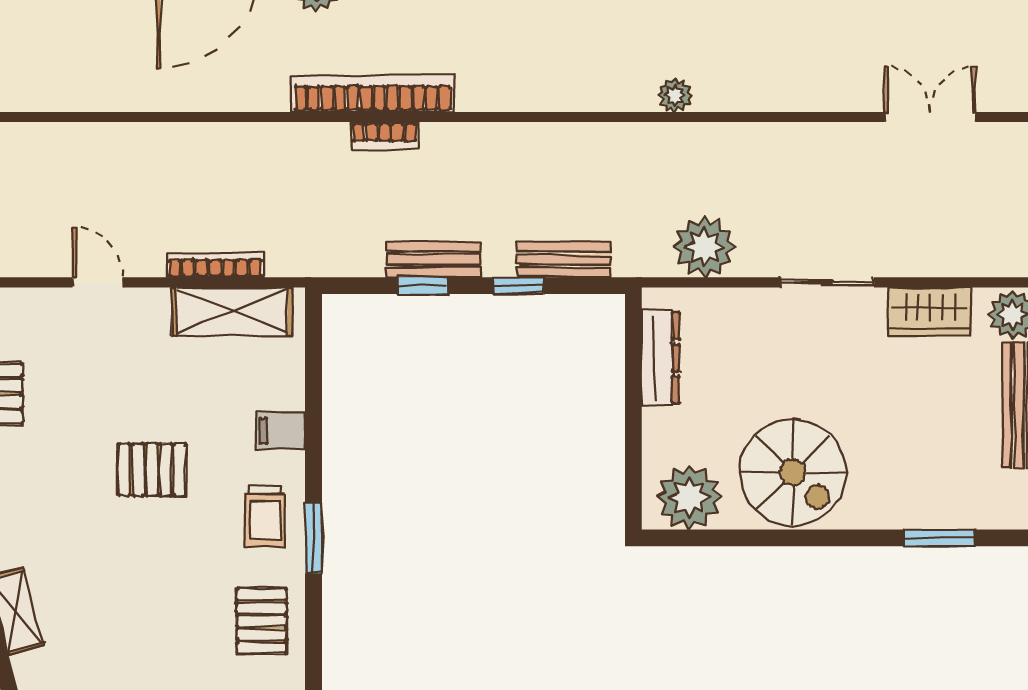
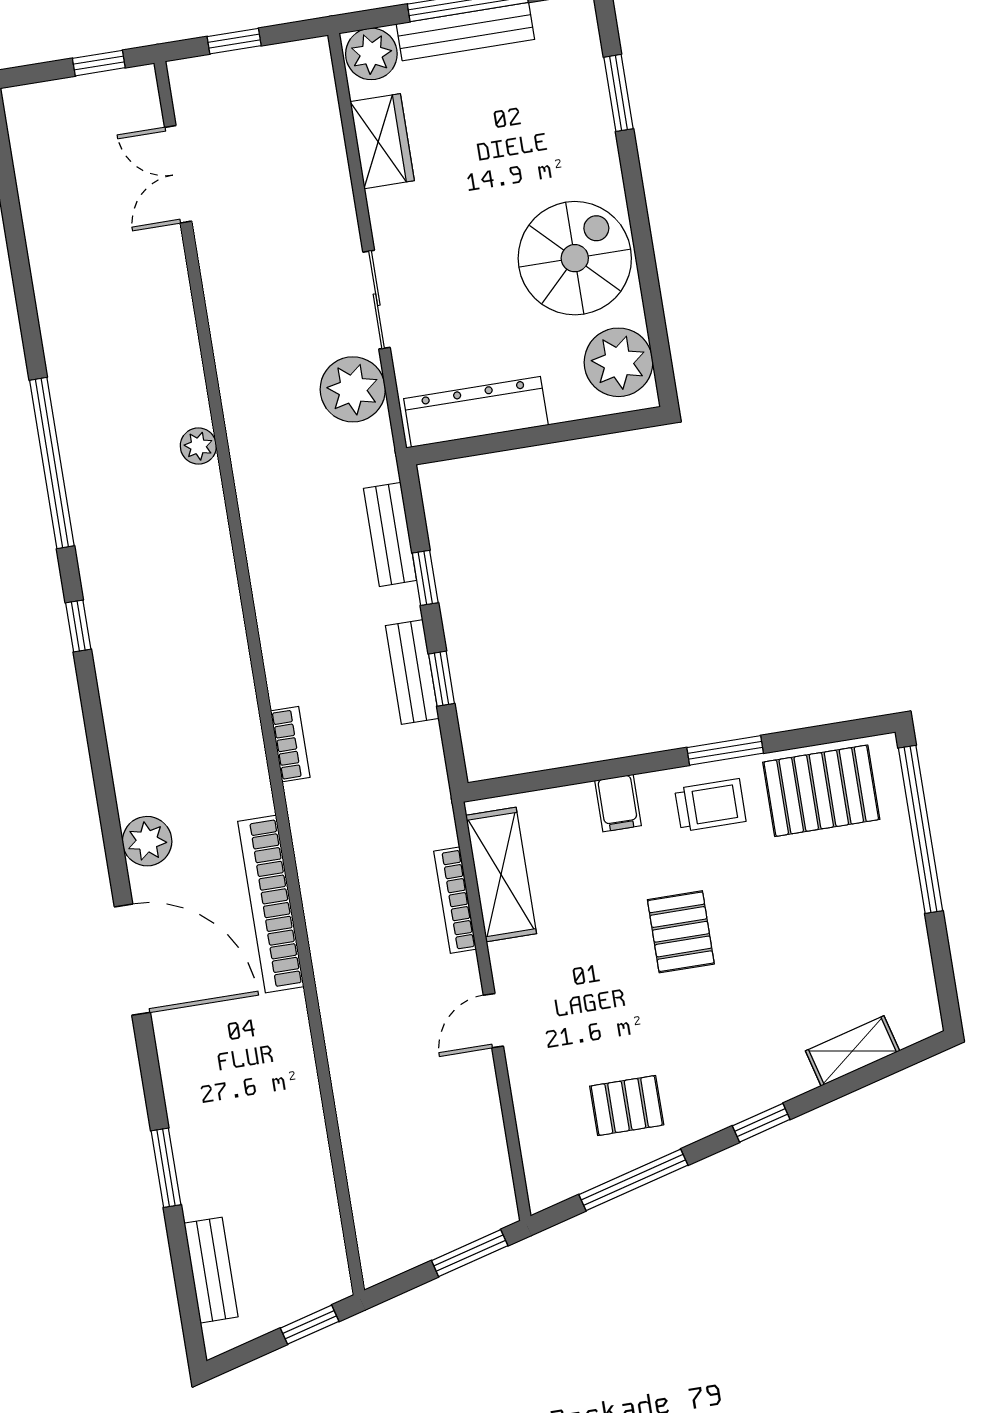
bookcase: (373, 94) -> (271, 904), moved
sliding door: (828, 282) -> (377, 300), moved
dresser: (660, 358) -> (476, 412), width x1.37, depth x1.24
pallet: (262, 621) -> (821, 791), width x1.50, depth x1.42

